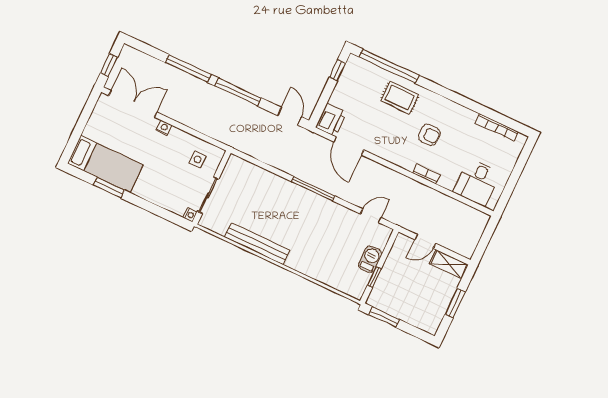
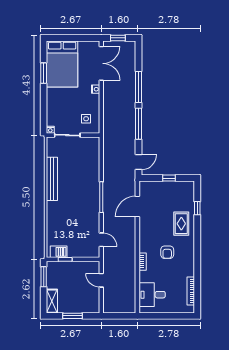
window: (389, 66) -> (197, 208), width x0.32
window: (337, 70) -> (169, 178), moved
printer: (331, 120) -> (148, 188), removed
bed: (105, 164) -> (62, 64), width x1.50
barbecue: (370, 259) -> (59, 252), moved
shelving: (449, 264) -> (52, 301), moved

